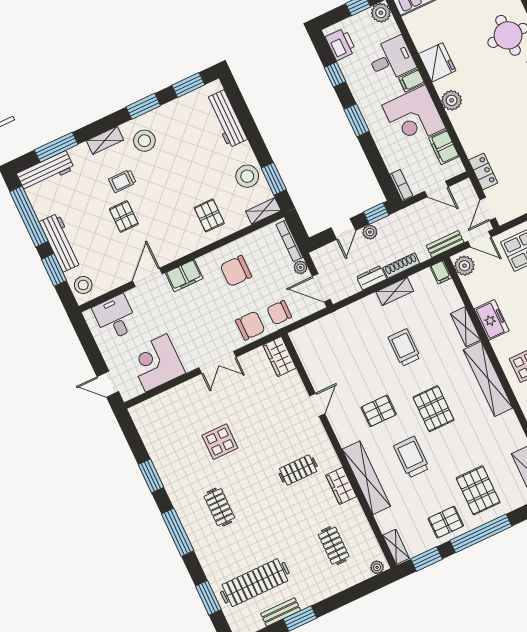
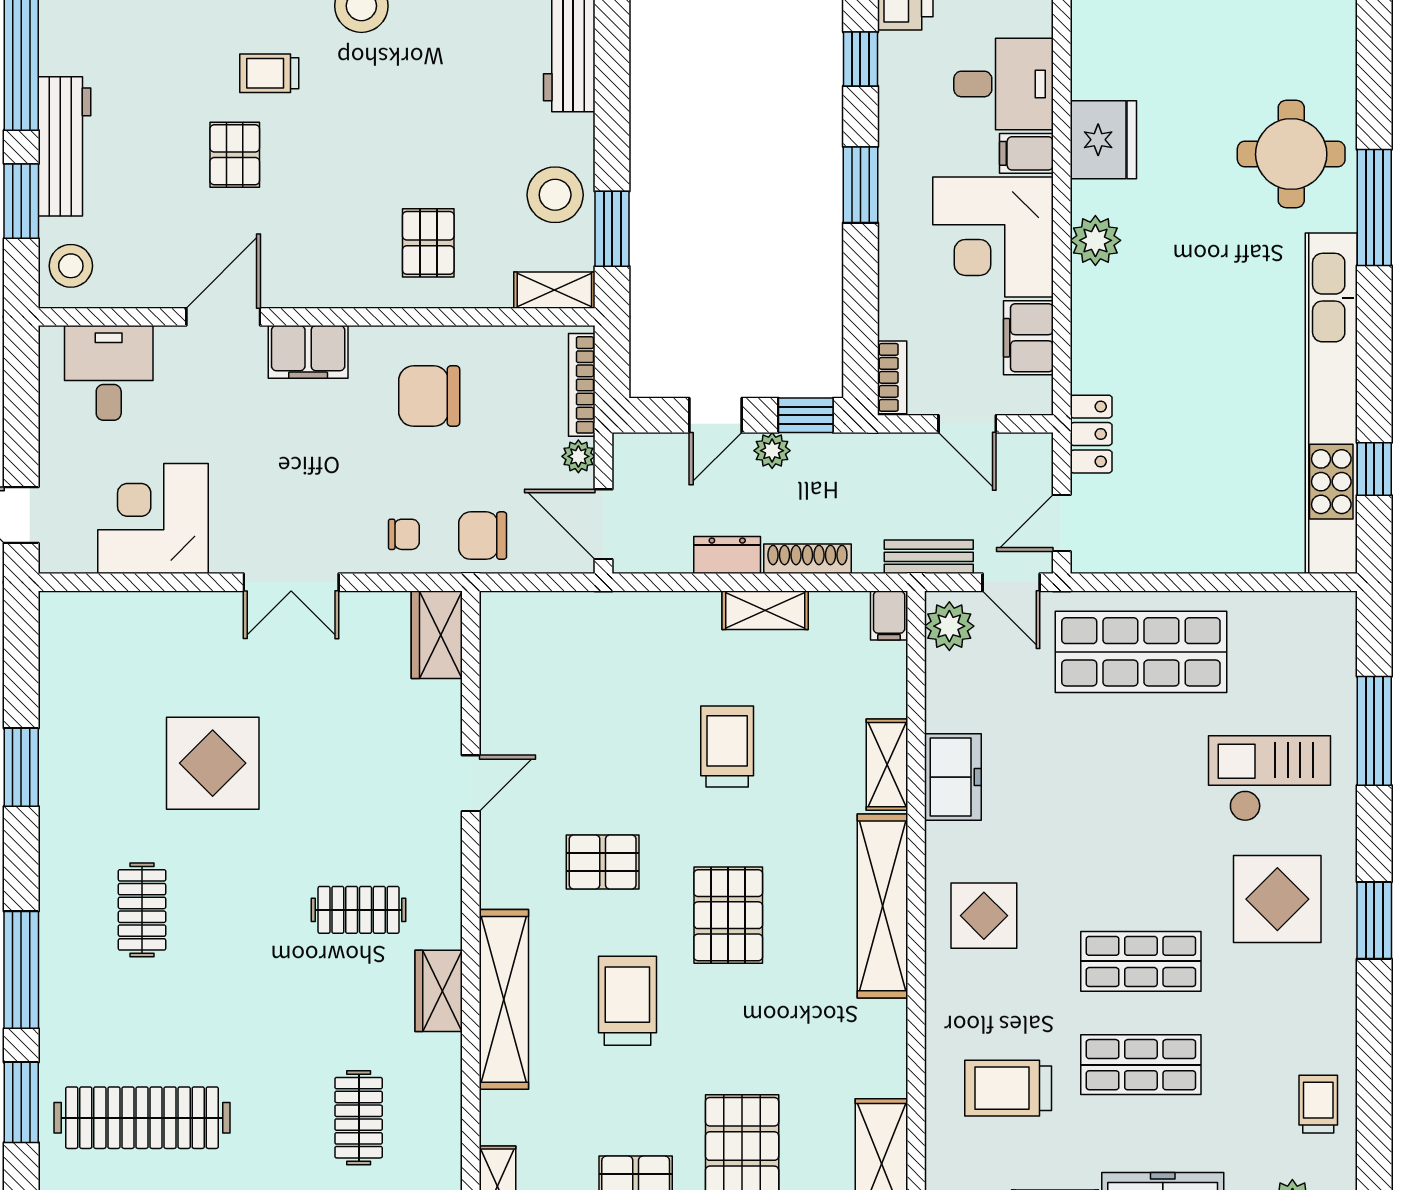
chair: (250, 326) -> (404, 534), width x0.54, depth x0.54
display table: (220, 442) -> (213, 763), width x1.36, depth x1.36
window: (178, 532) -> (21, 970), moved

